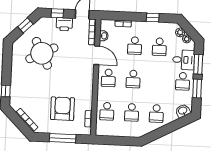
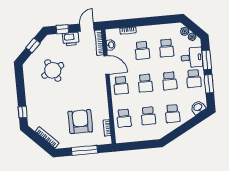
window: (153, 18) -> (156, 21), removed
round table: (42, 53) -> (53, 70), width x0.73, depth x0.73
school desk: (158, 80) -> (170, 81), added

